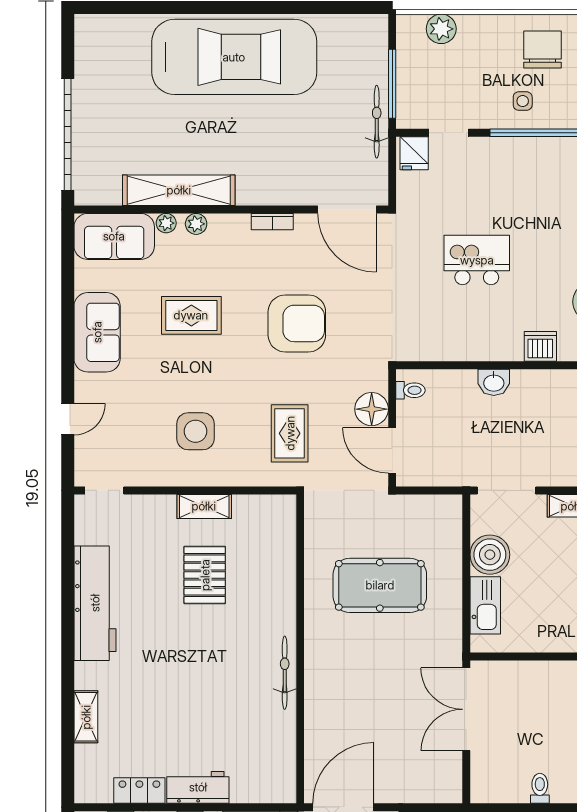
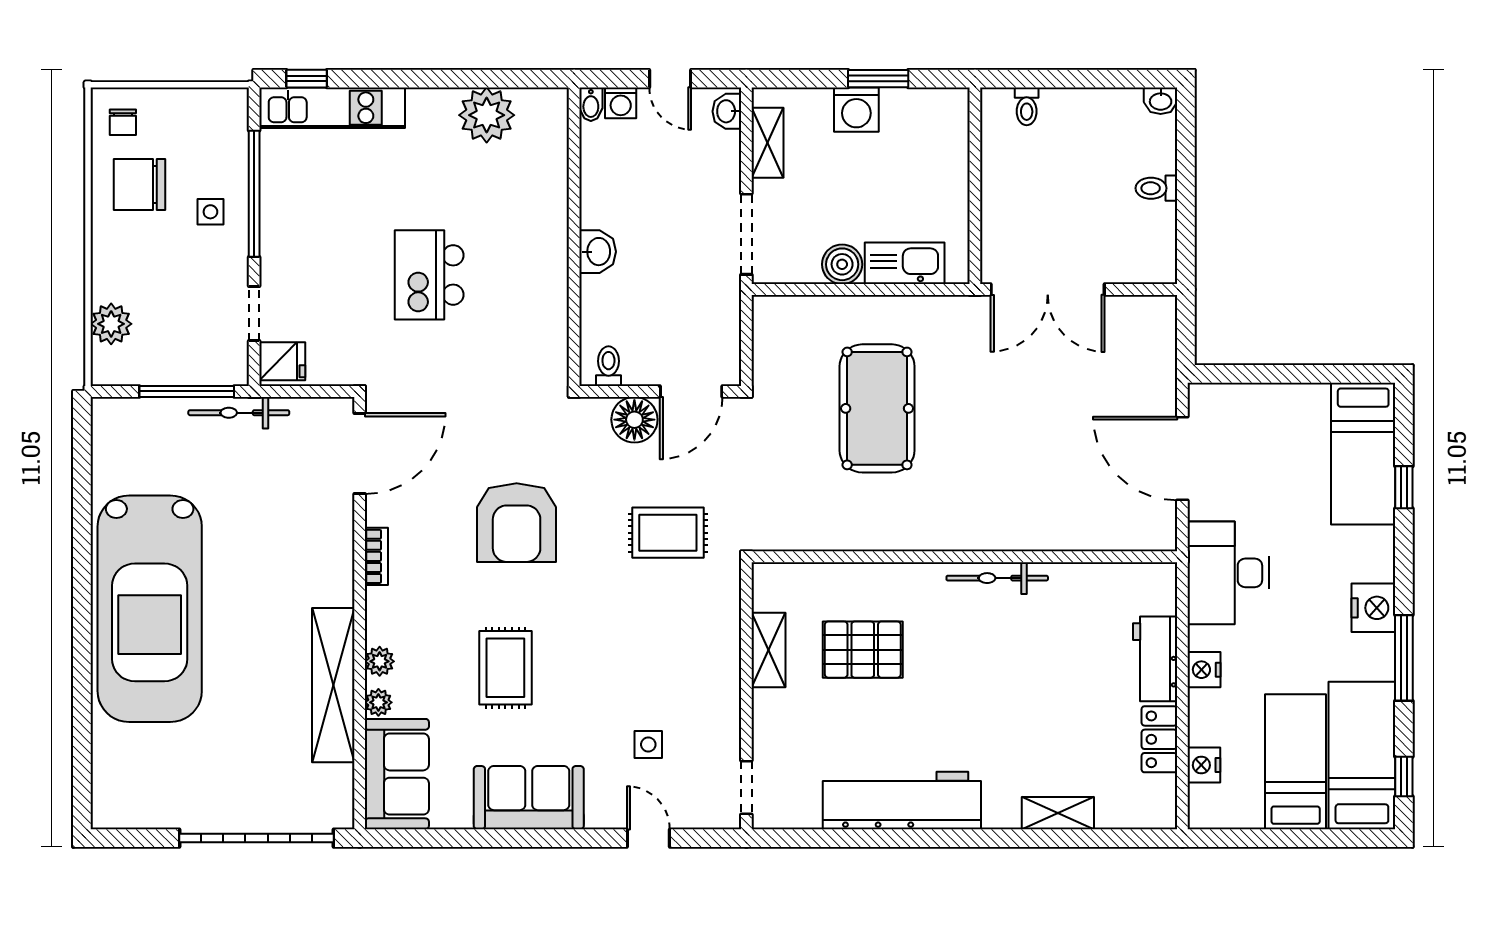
car: (234, 57) -> (150, 609), turned 180
armchair: (297, 323) -> (517, 523), turned 180
dishwasher: (540, 346) -> (548, 188), removed
side table: (196, 431) -> (648, 745), moved, width x0.54, depth x0.54
boiler: (490, 555) -> (842, 264), width x0.73, depth x0.73
wall: (300, 649) -> (964, 557), moved
bicycle: (285, 673) -> (997, 578), moved

